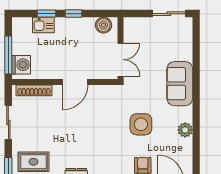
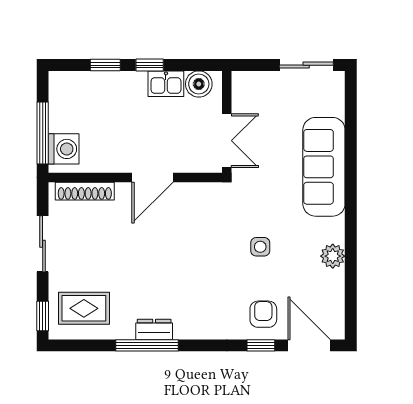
kitchen sink: (43, 25) -> (166, 84), moved
sofa: (180, 84) -> (324, 167), width x1.36
side table: (141, 124) -> (260, 247), width x0.54, depth x0.54

